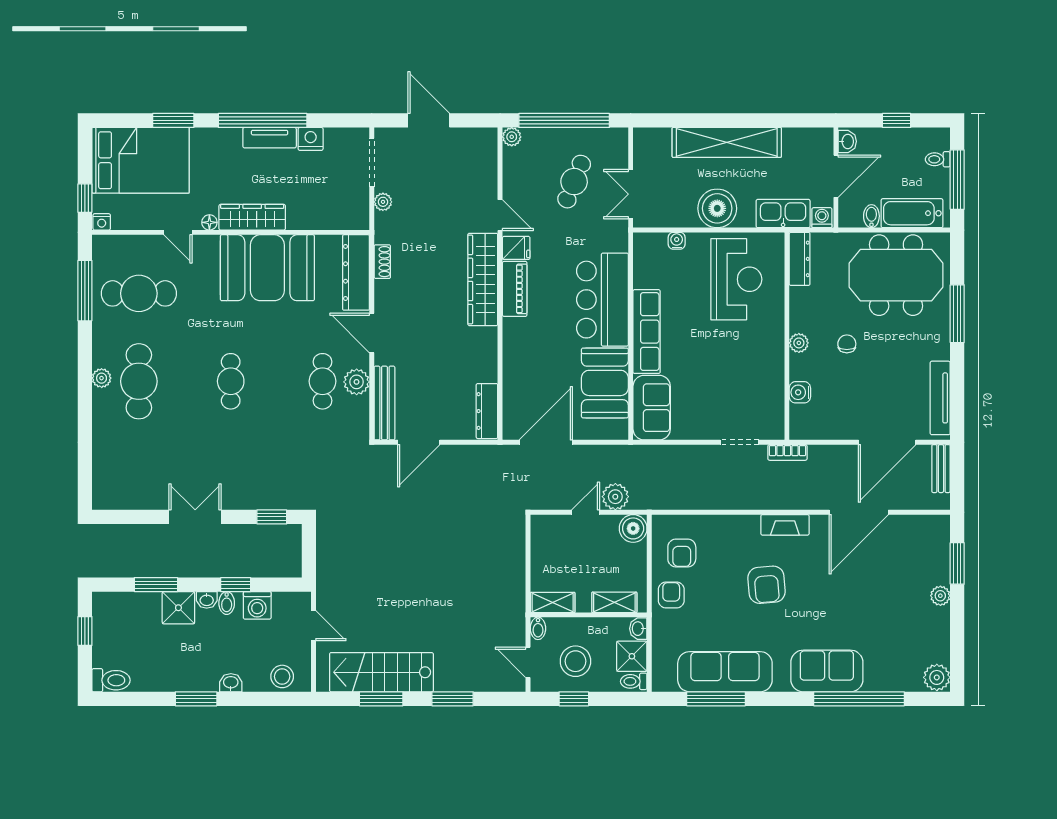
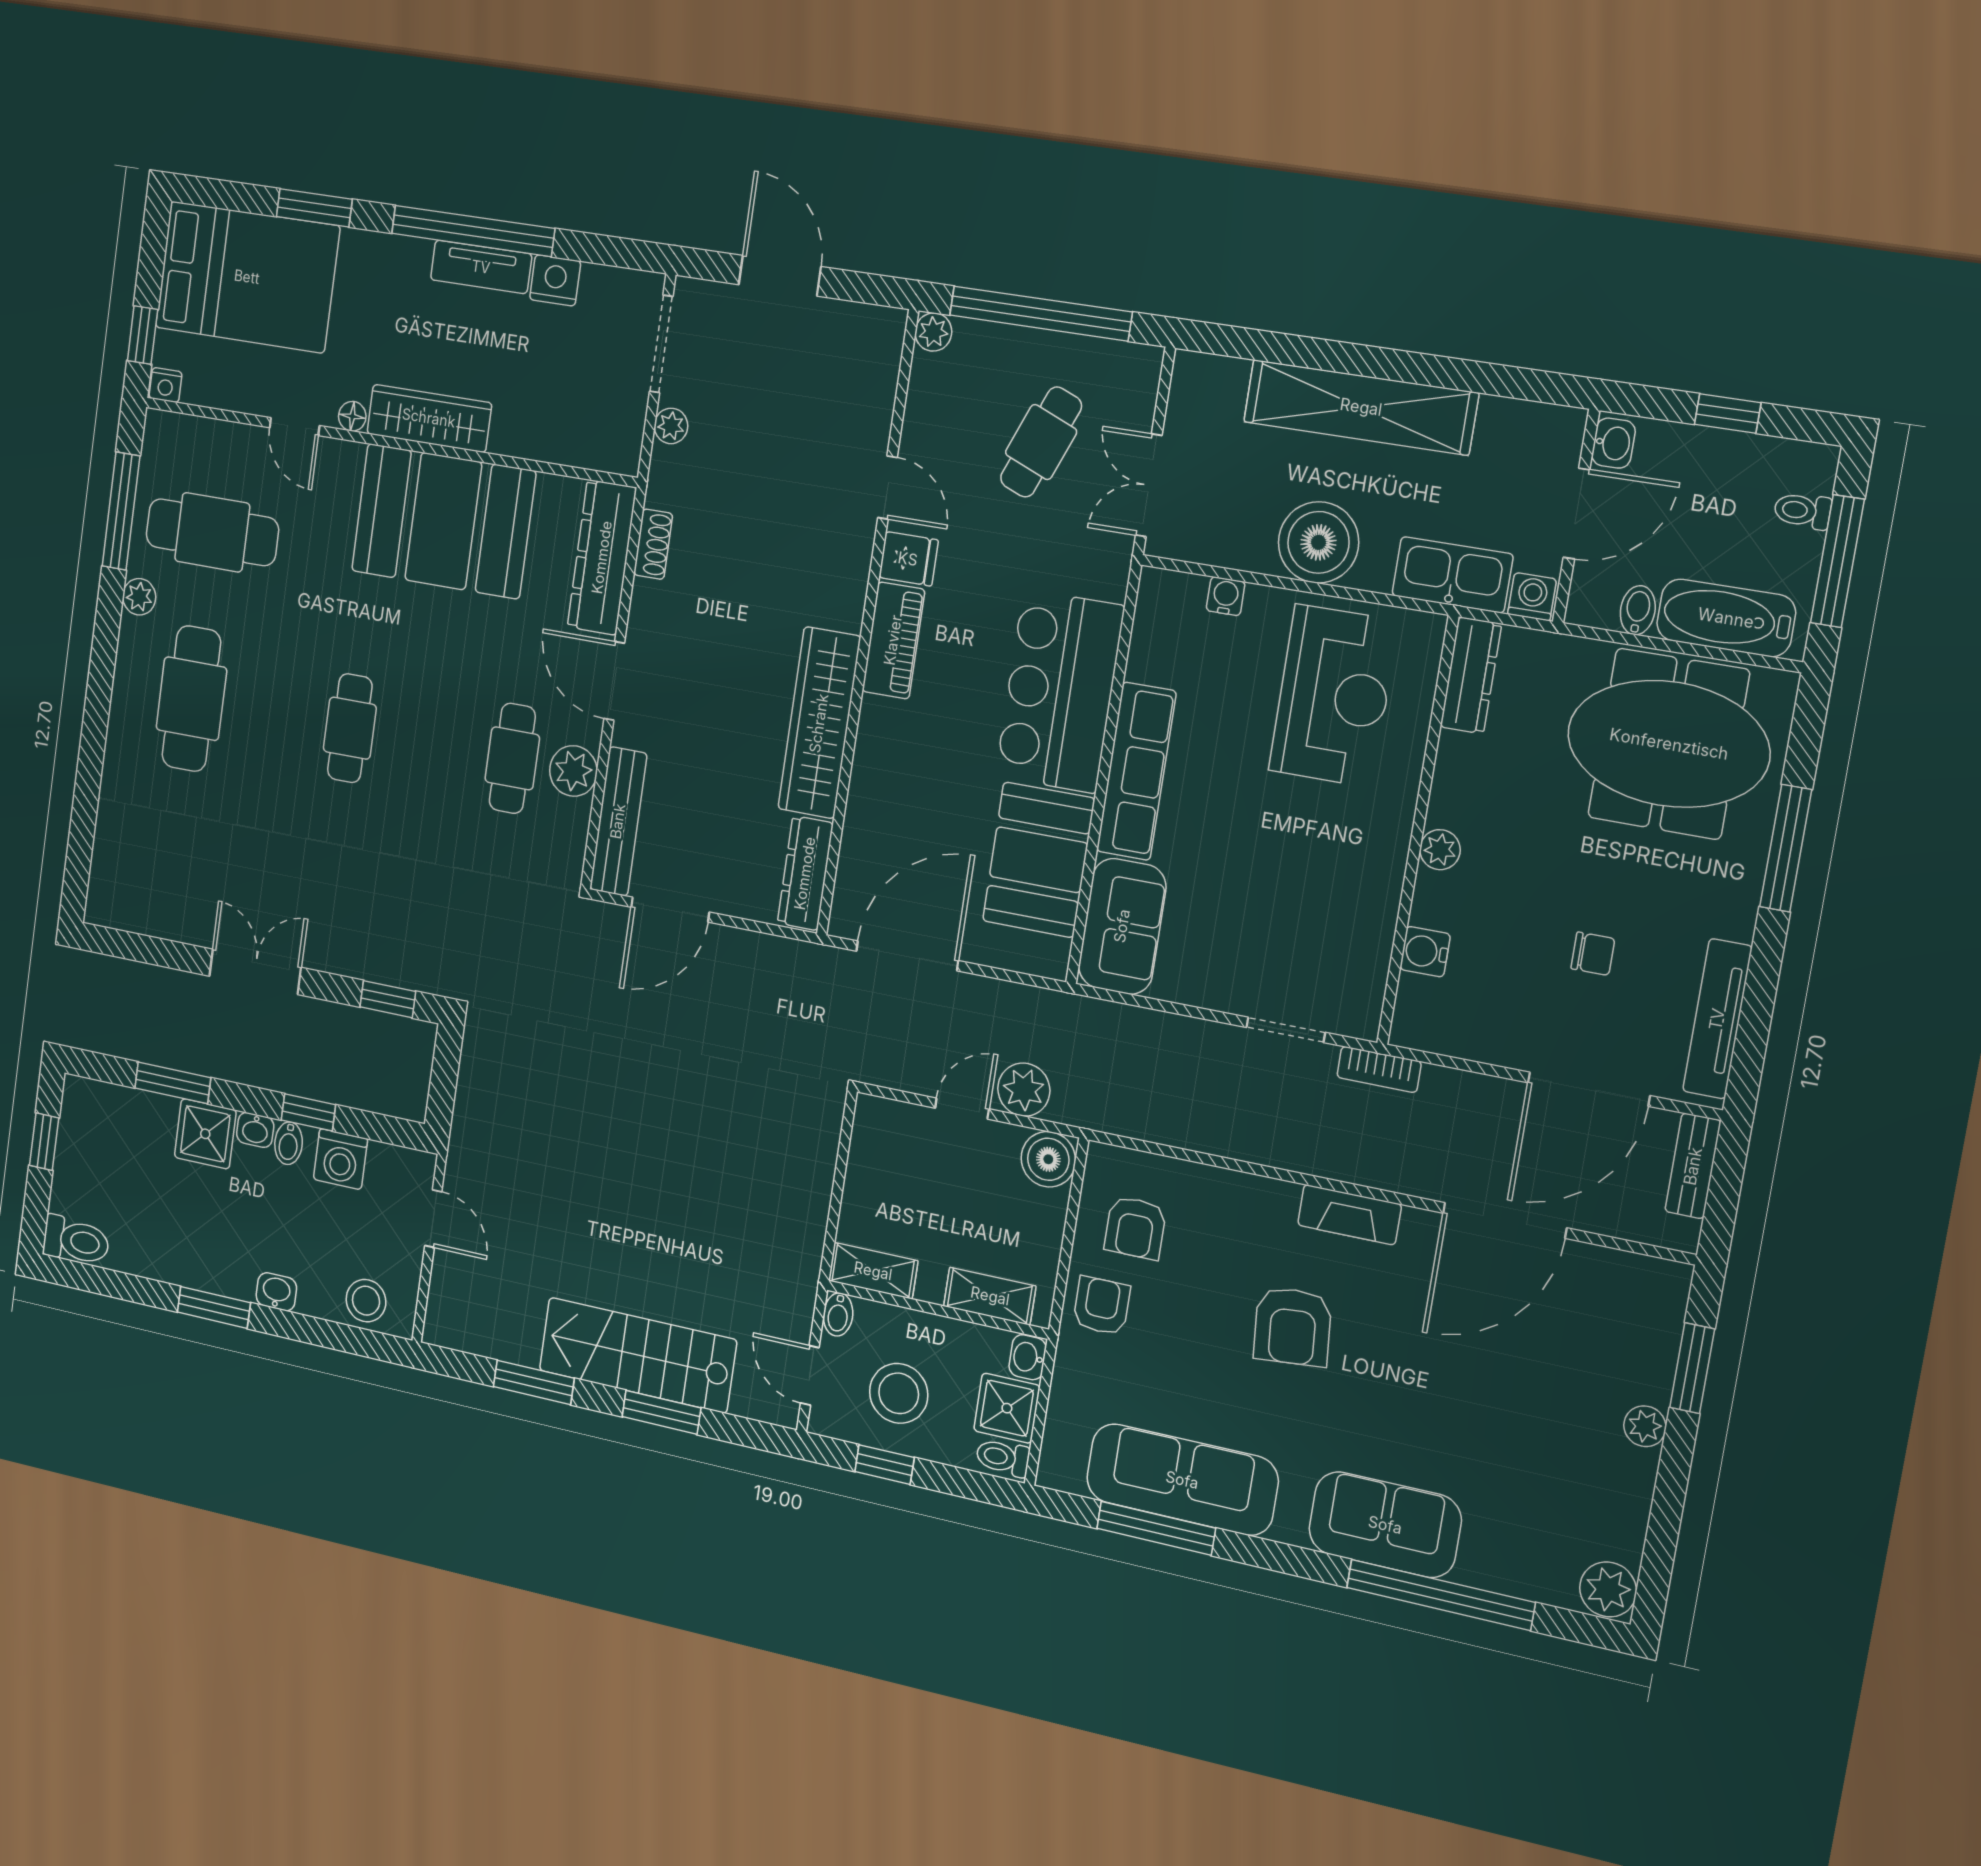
wardrobe: (483, 279) -> (819, 723), moved
chair: (847, 344) -> (1593, 954), moved, turned 90
plant: (102, 378) -> (139, 597), moved
stairs: (381, 672) -> (638, 1355), moved

